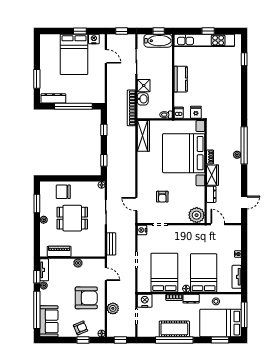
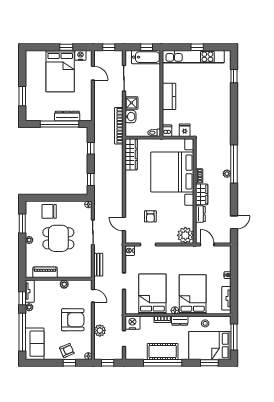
dresser: (53, 98) -> (67, 116), moved

